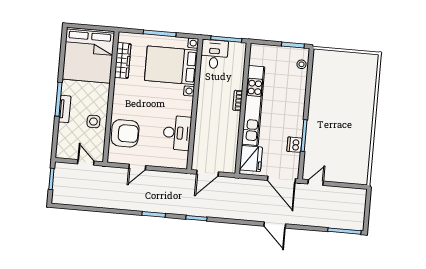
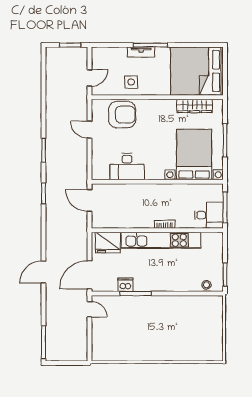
desk: (214, 54) -> (209, 215), moved
armchair: (125, 133) -> (122, 115), turned -90

